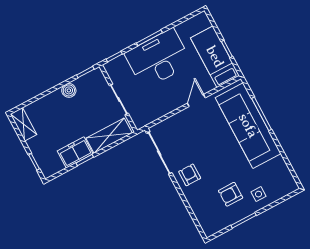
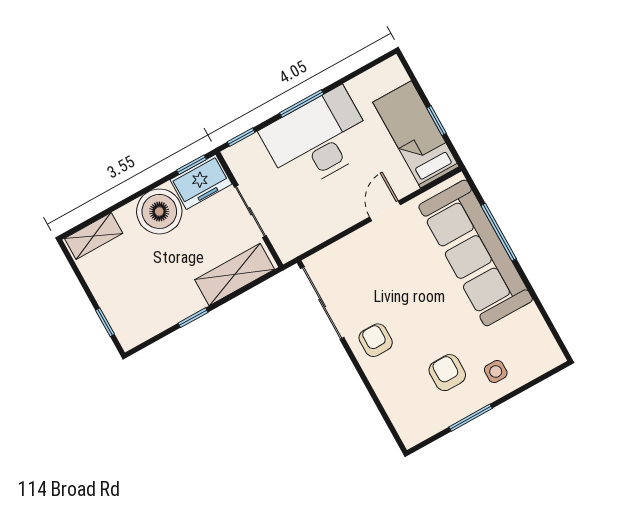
boiler: (69, 90) -> (159, 211), width x1.86, depth x1.86
shelving: (24, 124) -> (94, 236), moved, turned 90
freezer: (75, 152) -> (201, 182), moved, turned 180
armchair: (231, 194) -> (447, 373), turned 90

